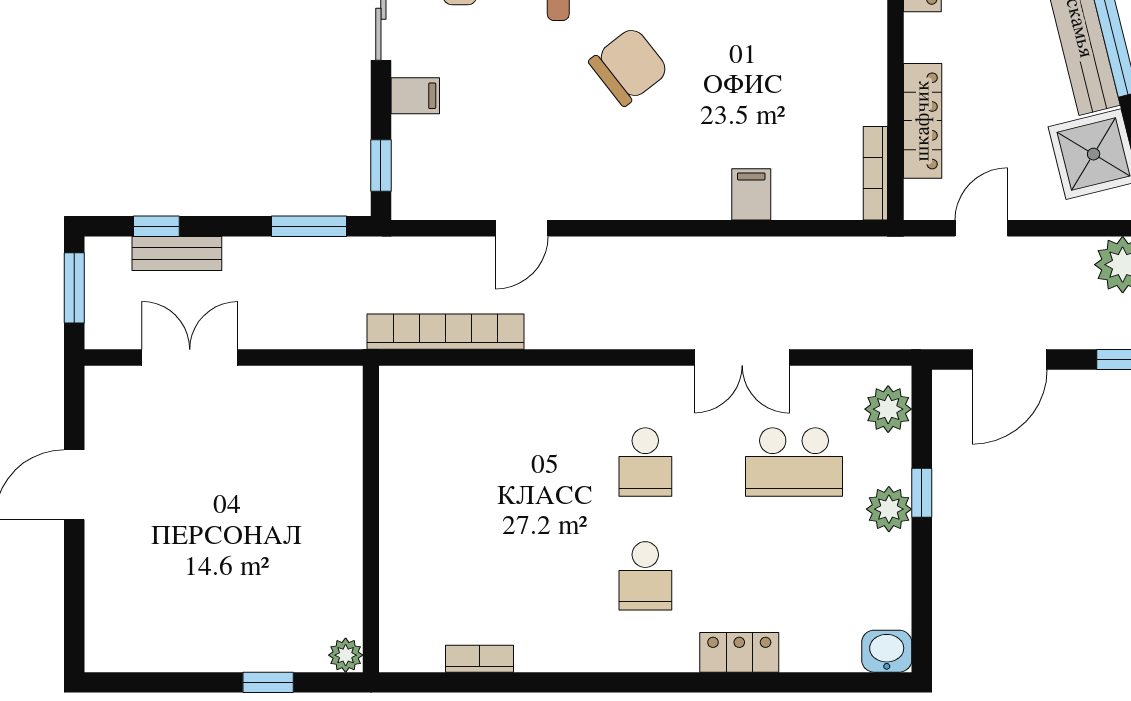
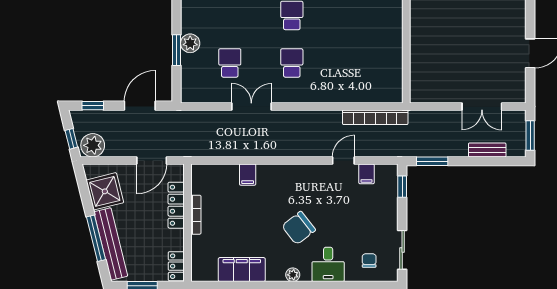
filing cabinet: (415, 96) -> (366, 174), moved, turned -90
bookcase: (875, 173) -> (196, 215), moved
window: (156, 226) -> (496, 161), removed
door: (981, 228) -> (152, 160), width x1.37
plant: (888, 409) -> (190, 85), removed
school desk: (794, 462) -> (230, 63), width x0.54
window: (922, 493) -> (176, 50), width x1.50

